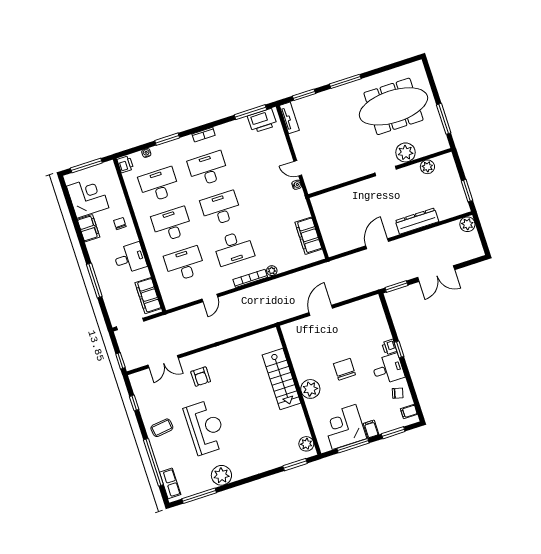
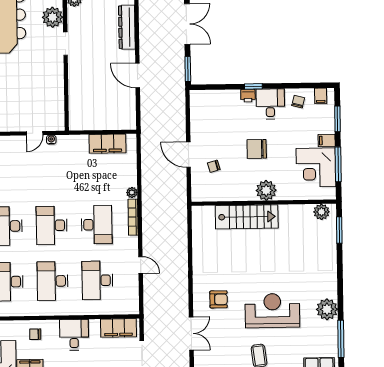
chair: (317, 336) -> (214, 166), added

